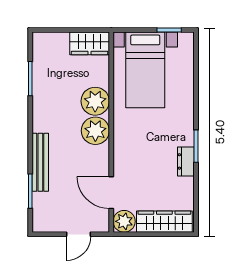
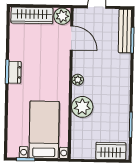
wardrobe: (90, 43) -> (111, 151), moved
plant: (95, 131) -> (78, 80), width x0.53, depth x0.53
dresser: (186, 161) -> (15, 72), moved
bench: (40, 162) -> (125, 31), moved

